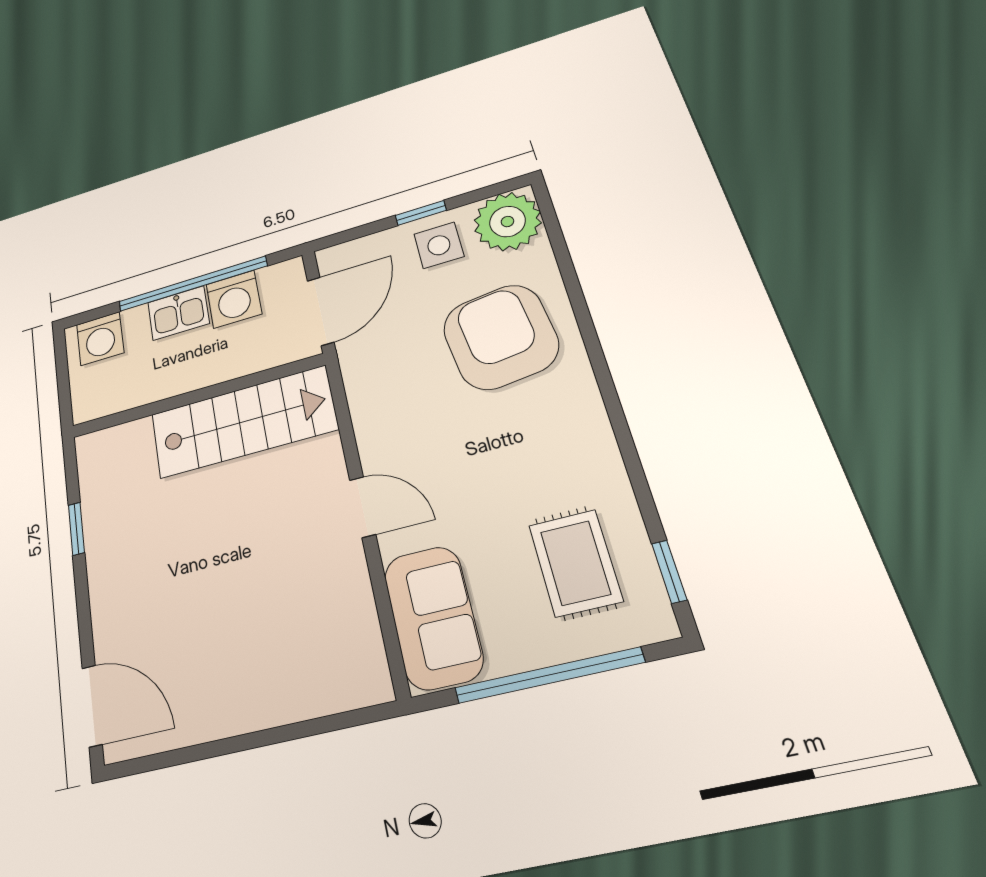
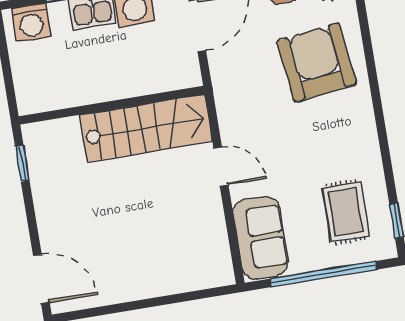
wall: (196, 396) -> (112, 105), moved
stairs: (243, 422) -> (146, 128), moved

